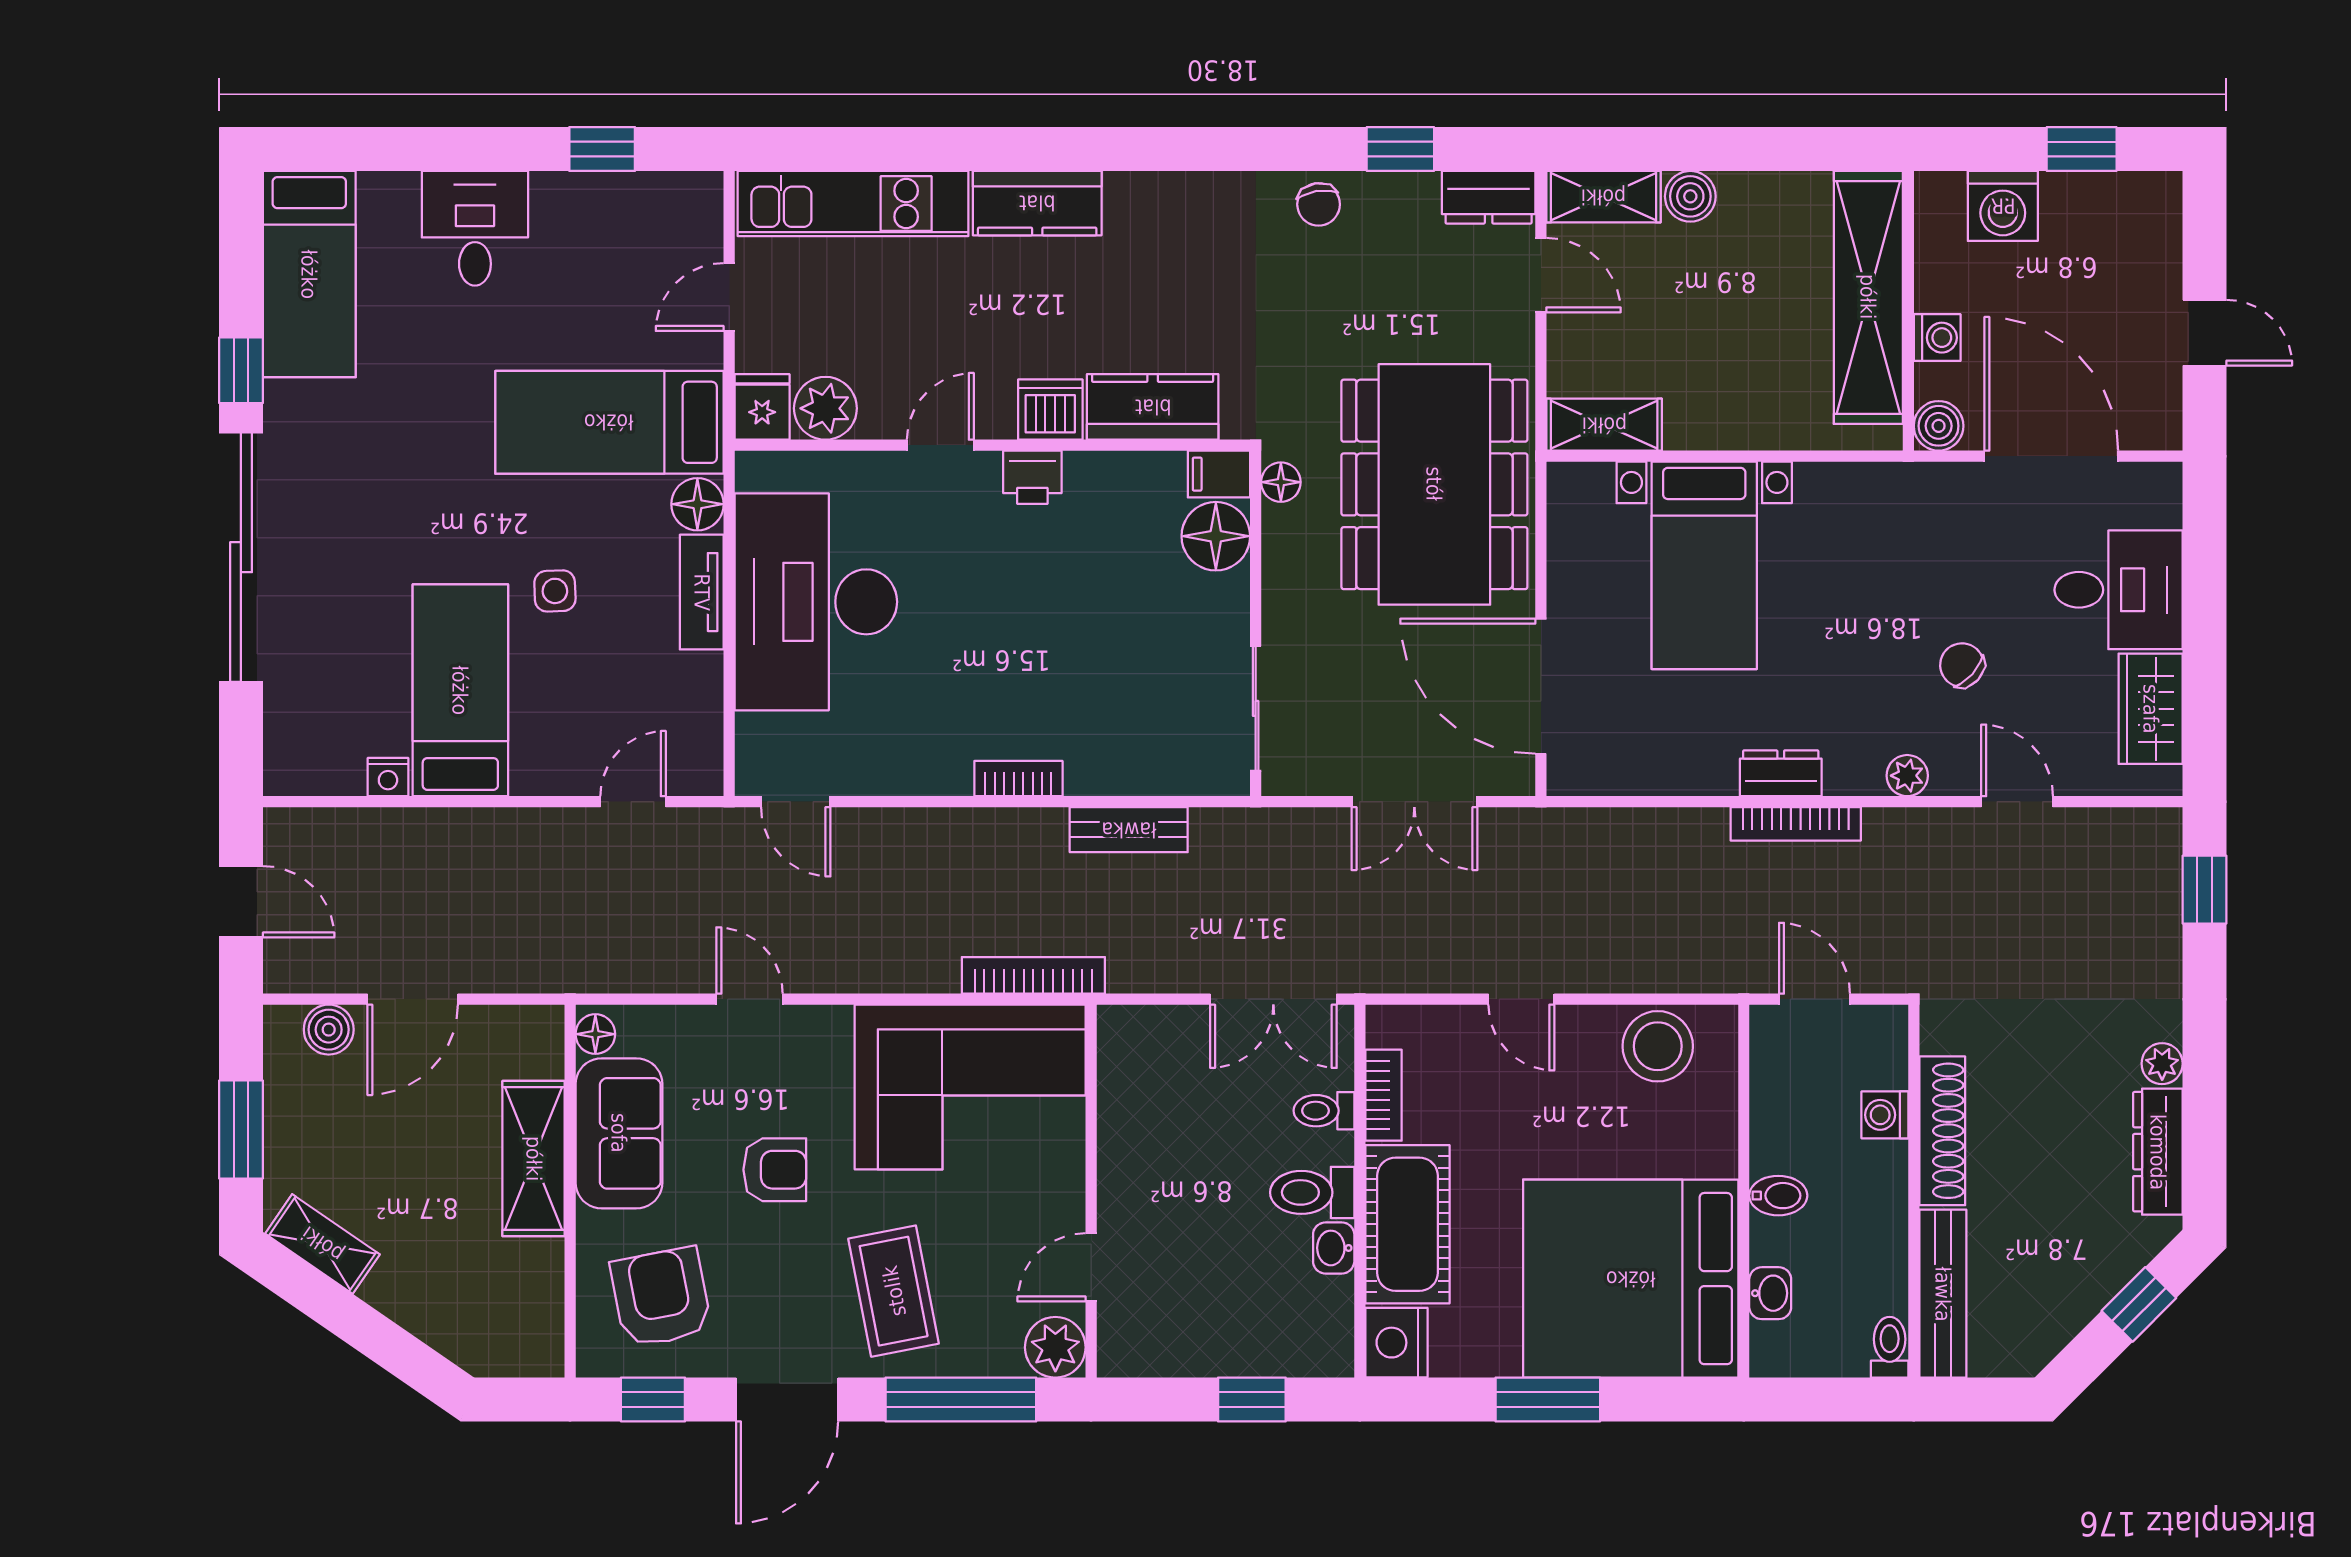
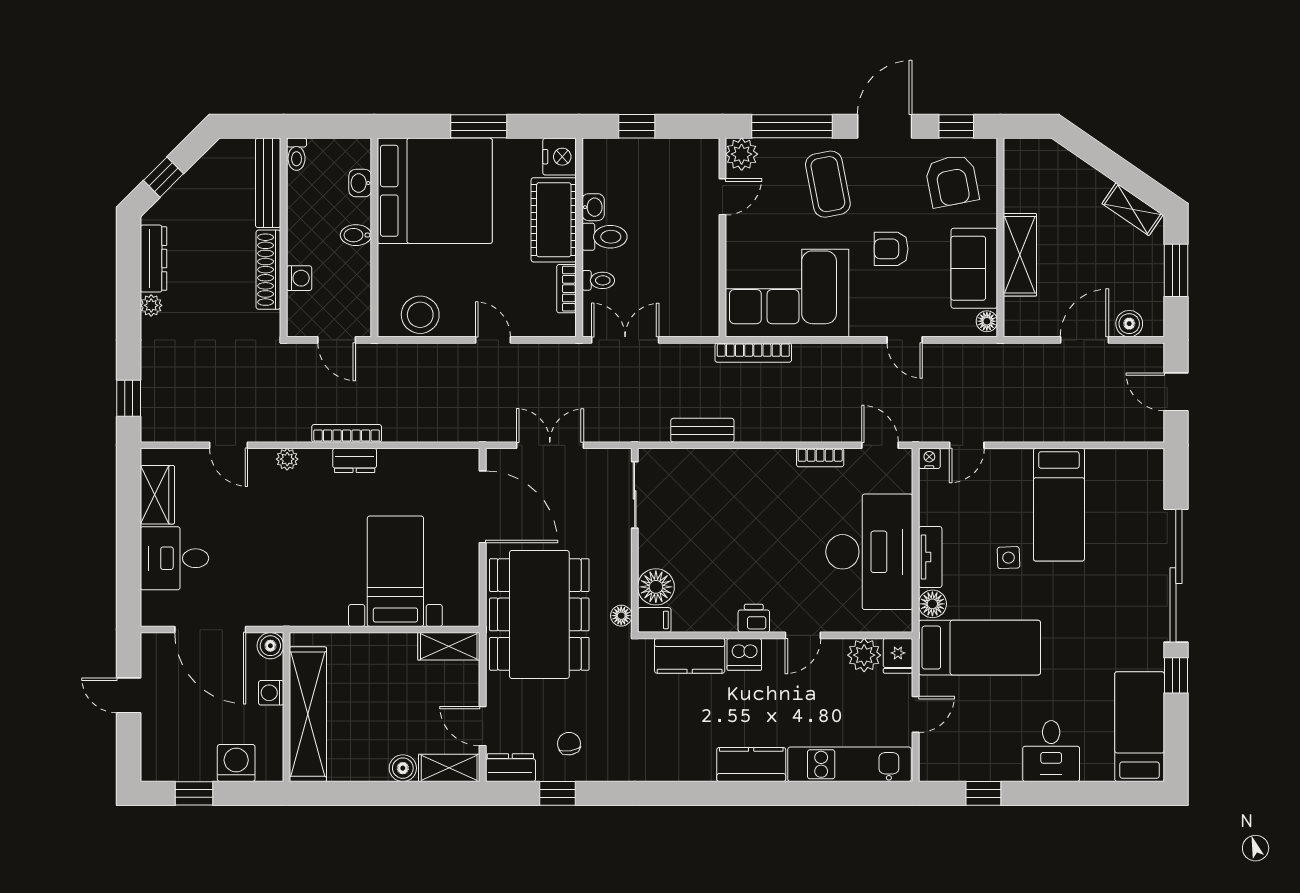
chair: (1319, 204) -> (569, 744), moved
chair: (1962, 665) -> (258, 518), removed
nightstand: (388, 777) -> (929, 458), moved
bookcase: (1018, 779) -> (820, 458), moved

